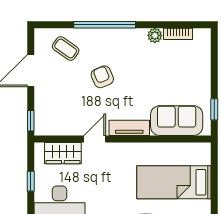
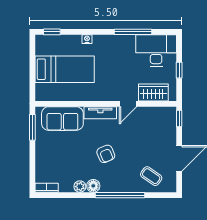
bookcase: (178, 34) -> (47, 188), moved
floor lamp: (138, 36) -> (93, 186), added
armchair: (102, 77) -> (106, 154), moved
window: (214, 109) -> (32, 127), width x1.50

